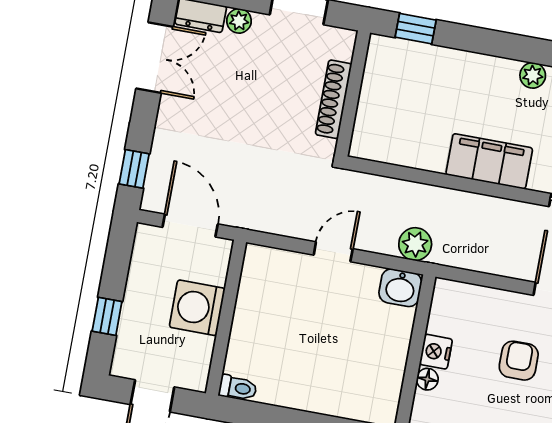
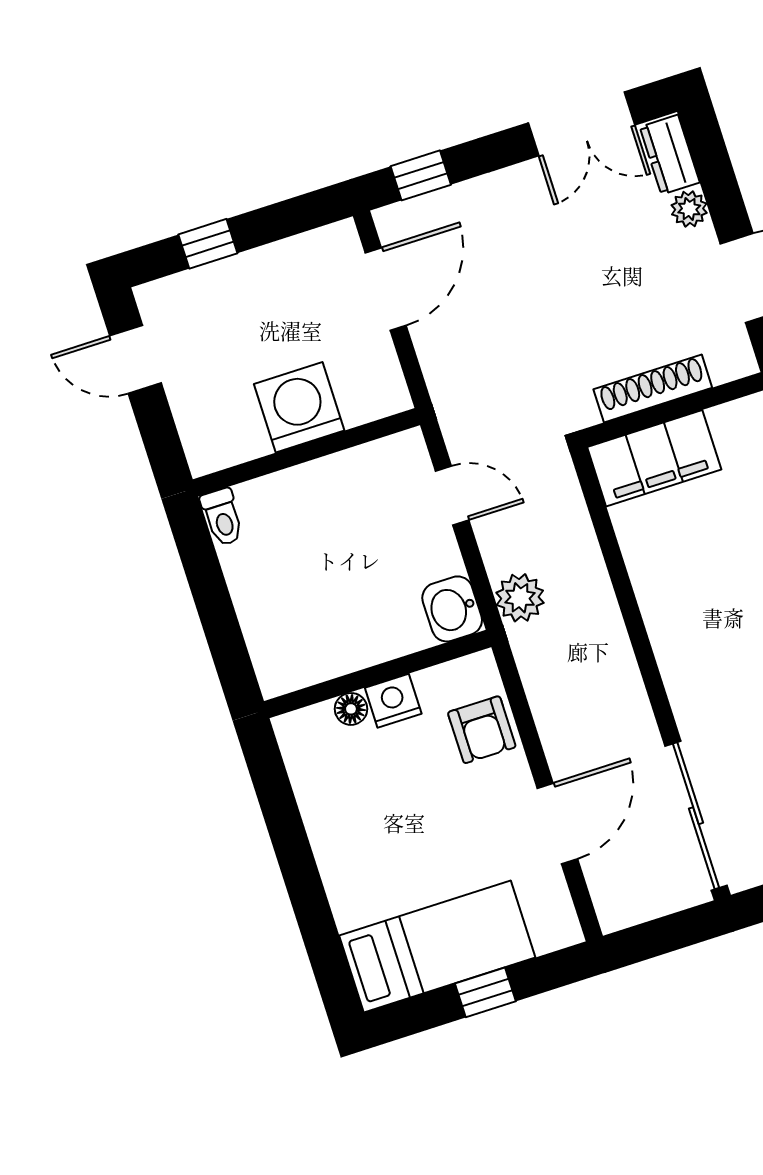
filing cabinet: (489, 161) -> (654, 458), moved, turned 90
washing machine: (197, 308) -> (299, 407), moved
wall: (226, 318) -> (306, 452), moved
armchair: (519, 361) -> (482, 730), moved, turned 90
toilet: (238, 388) -> (222, 517), moved

